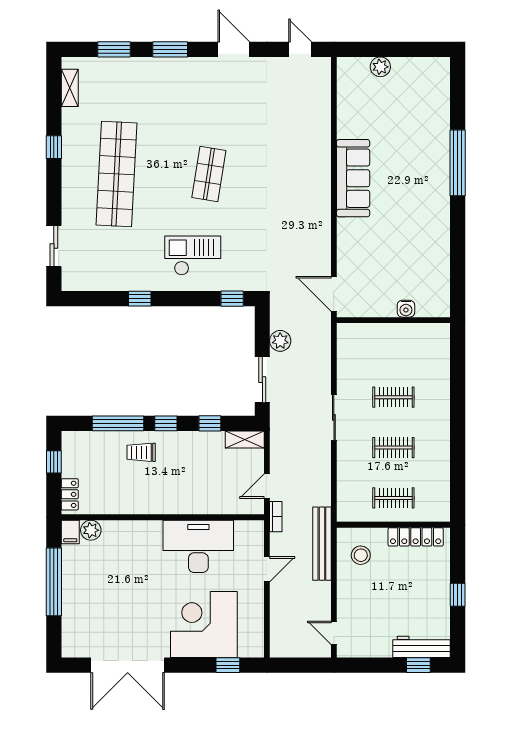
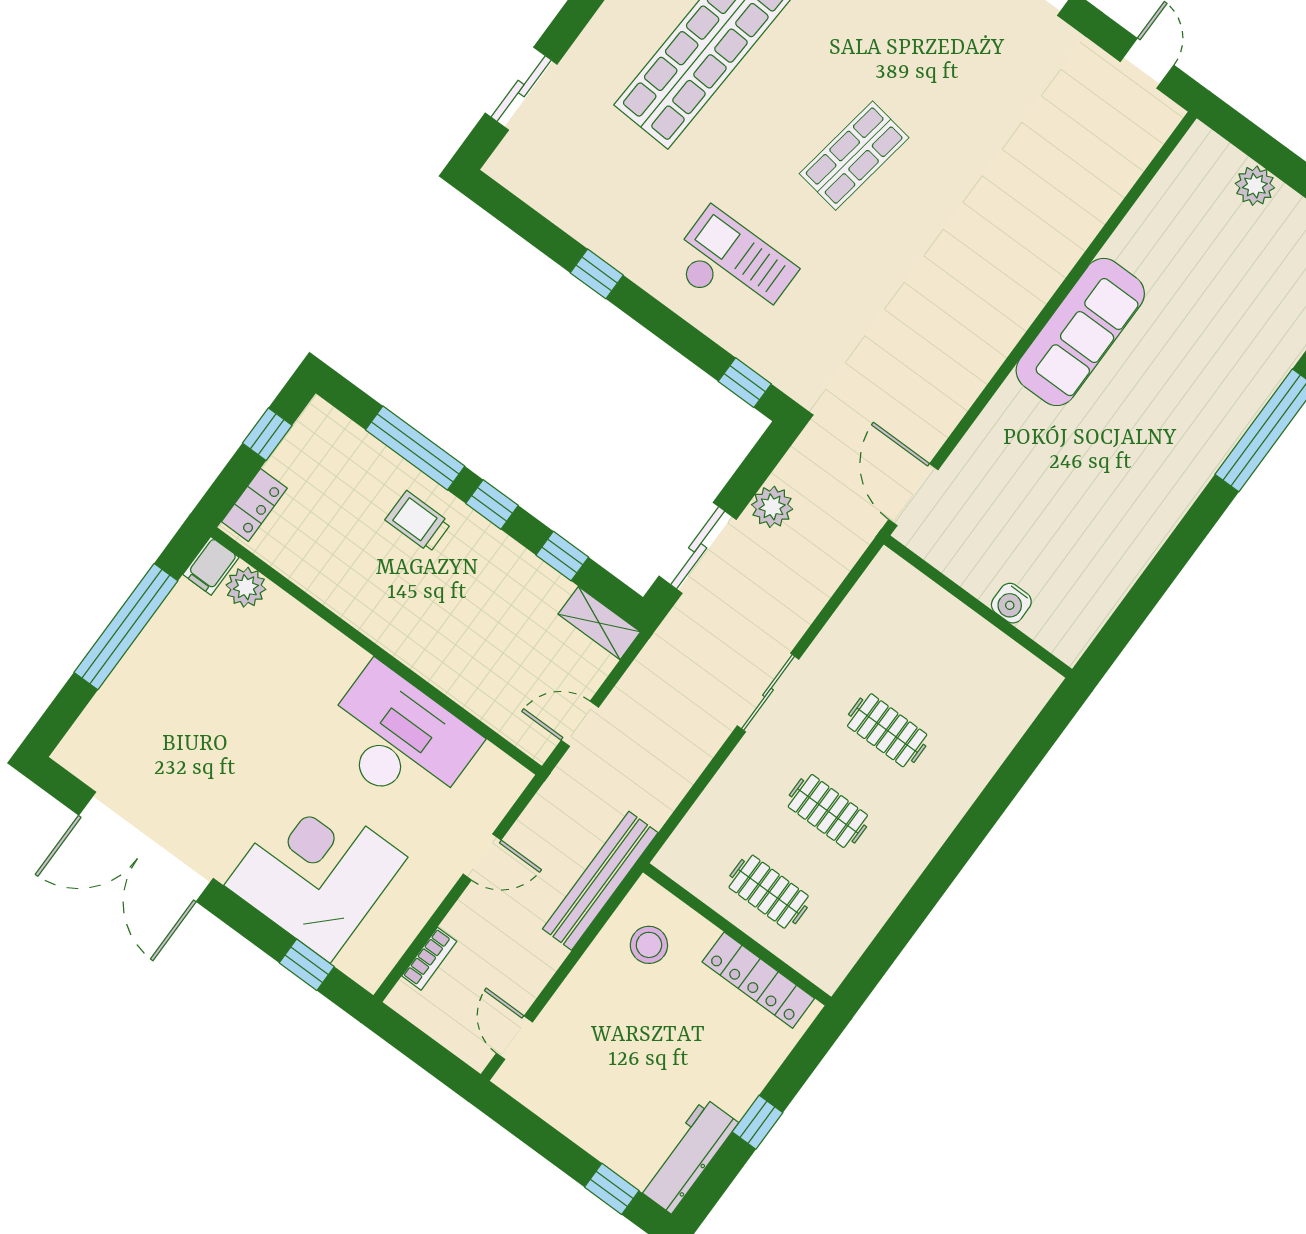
bookcase: (276, 517) -> (429, 959), moved
workbench: (422, 647) -> (688, 1156), moved, turned -90

